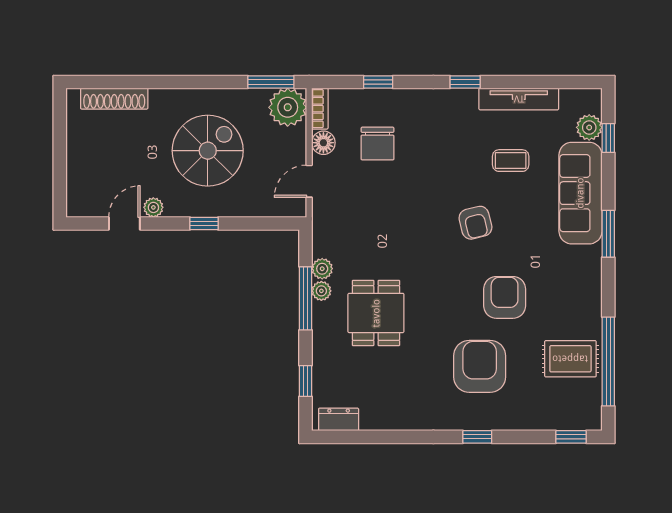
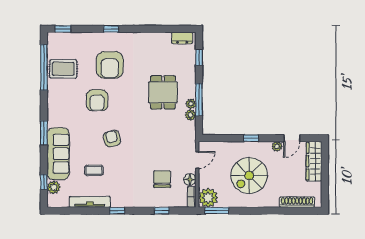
wardrobe: (81, 178) -> (314, 161), added

